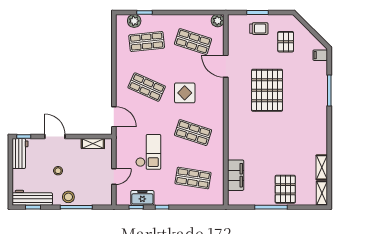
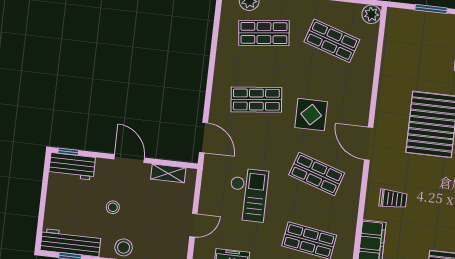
trolley: (259, 29) -> (393, 199), moved
door: (226, 66) -> (369, 144), moved
shop shelf: (147, 87) -> (256, 100), turned -30
door: (55, 137) -> (129, 159), moved
workbench: (20, 153) -> (72, 166), moved, turned 90

